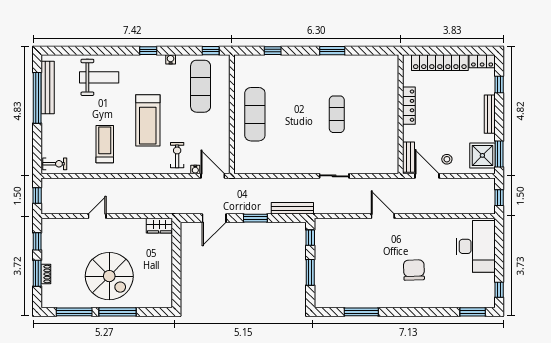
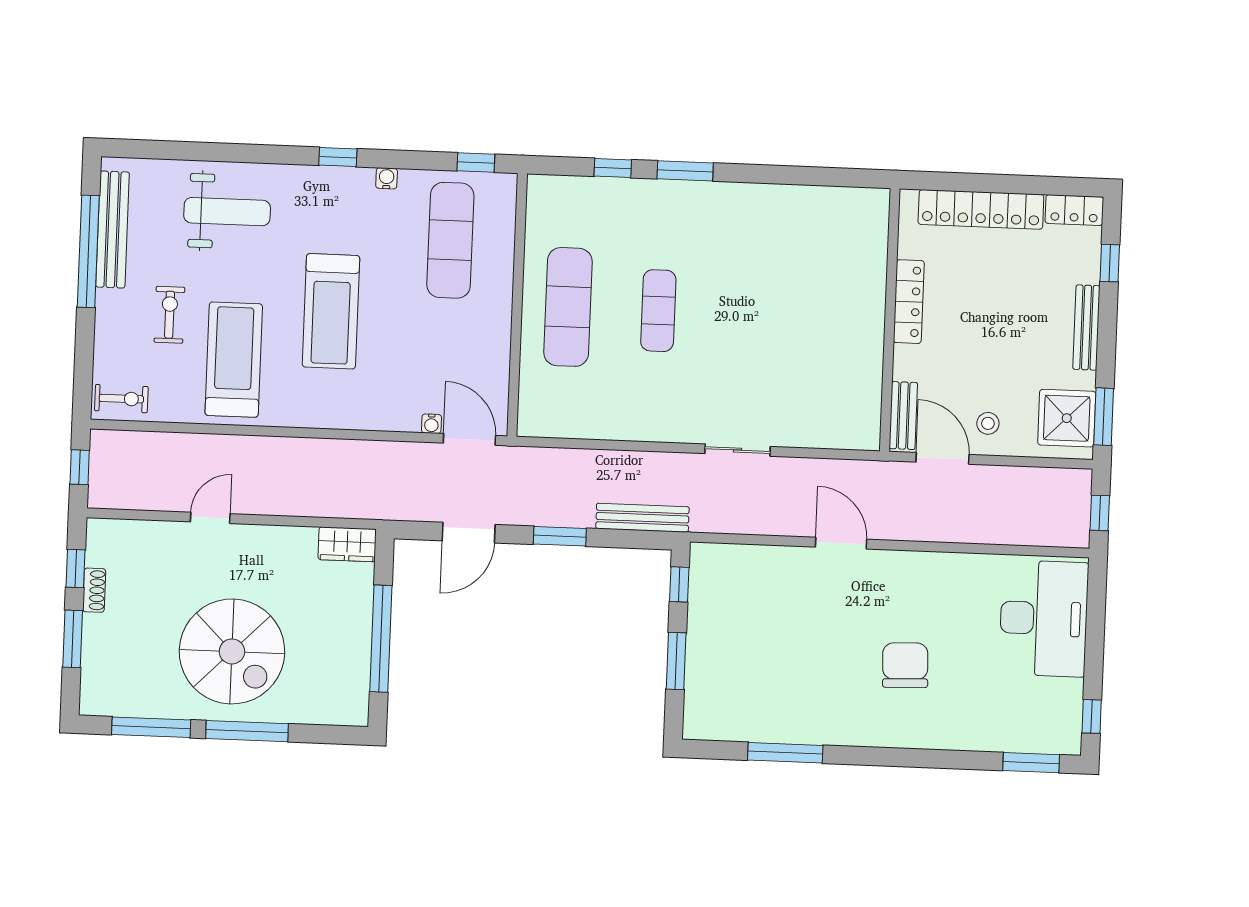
window: (332, 51) -> (685, 171), moved
exercise mat: (337, 114) -> (658, 311), moved
treadmill: (105, 144) -> (234, 360), width x1.37, depth x1.38
exercise bike: (177, 155) -> (169, 315), moved
window: (176, 268) -> (381, 639), added
shoe rack: (46, 274) -> (94, 590), moved

